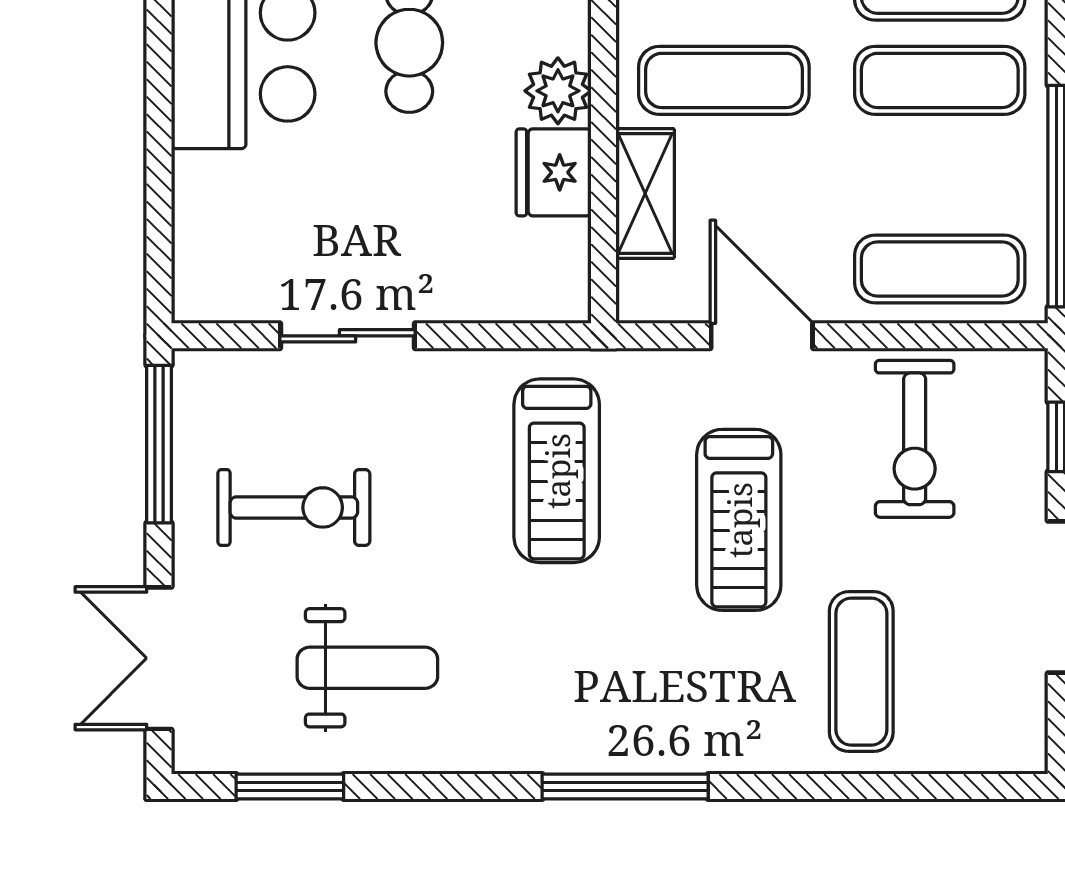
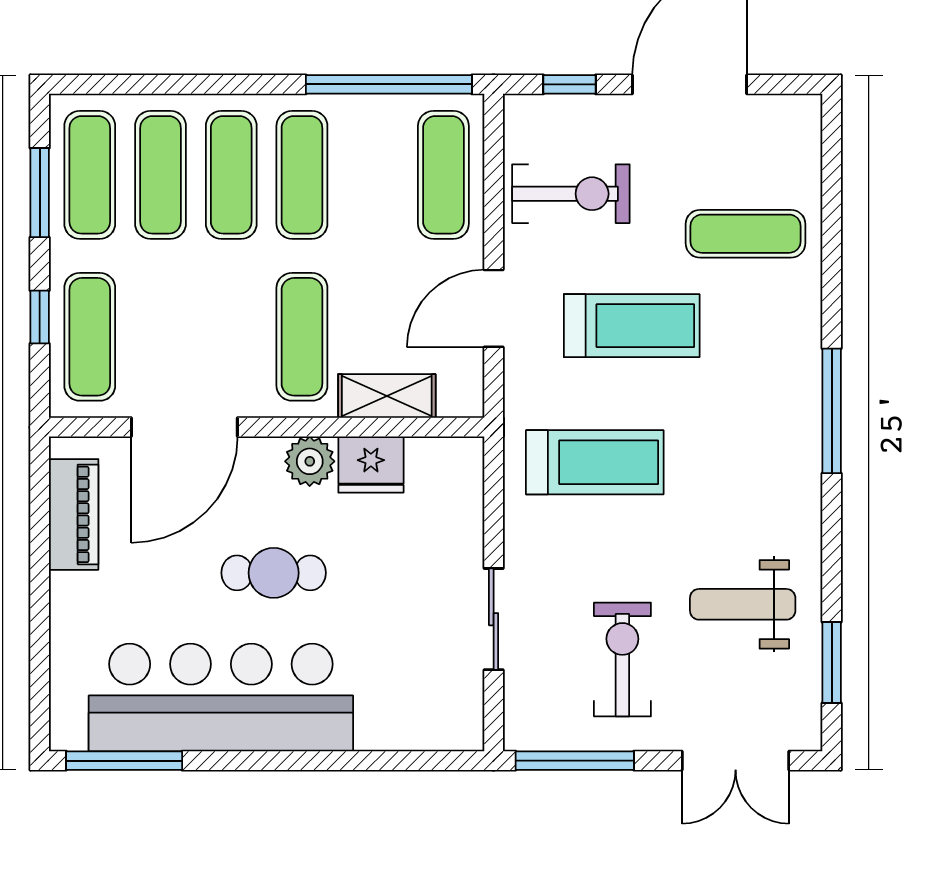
weight bench: (367, 668) -> (743, 604), turned -90

